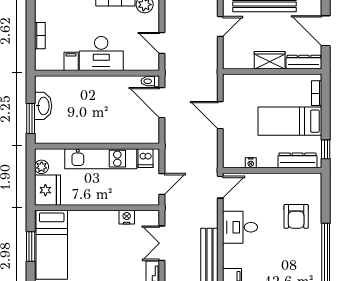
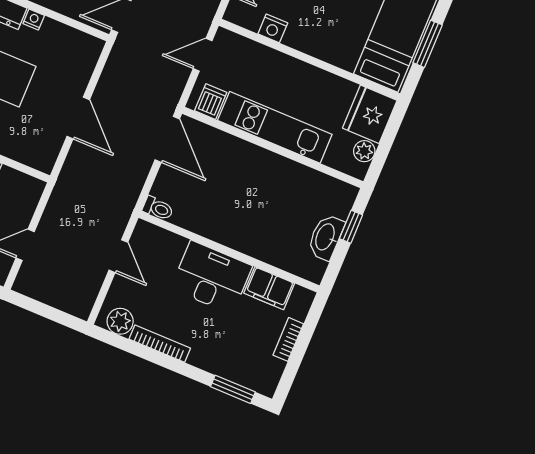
filing cabinet: (71, 61) -> (269, 288), width x2.00
door: (162, 103) -> (167, 139), moved
window: (31, 118) -> (351, 227), width x0.67
nightstand: (251, 163) -> (34, 19), moved

